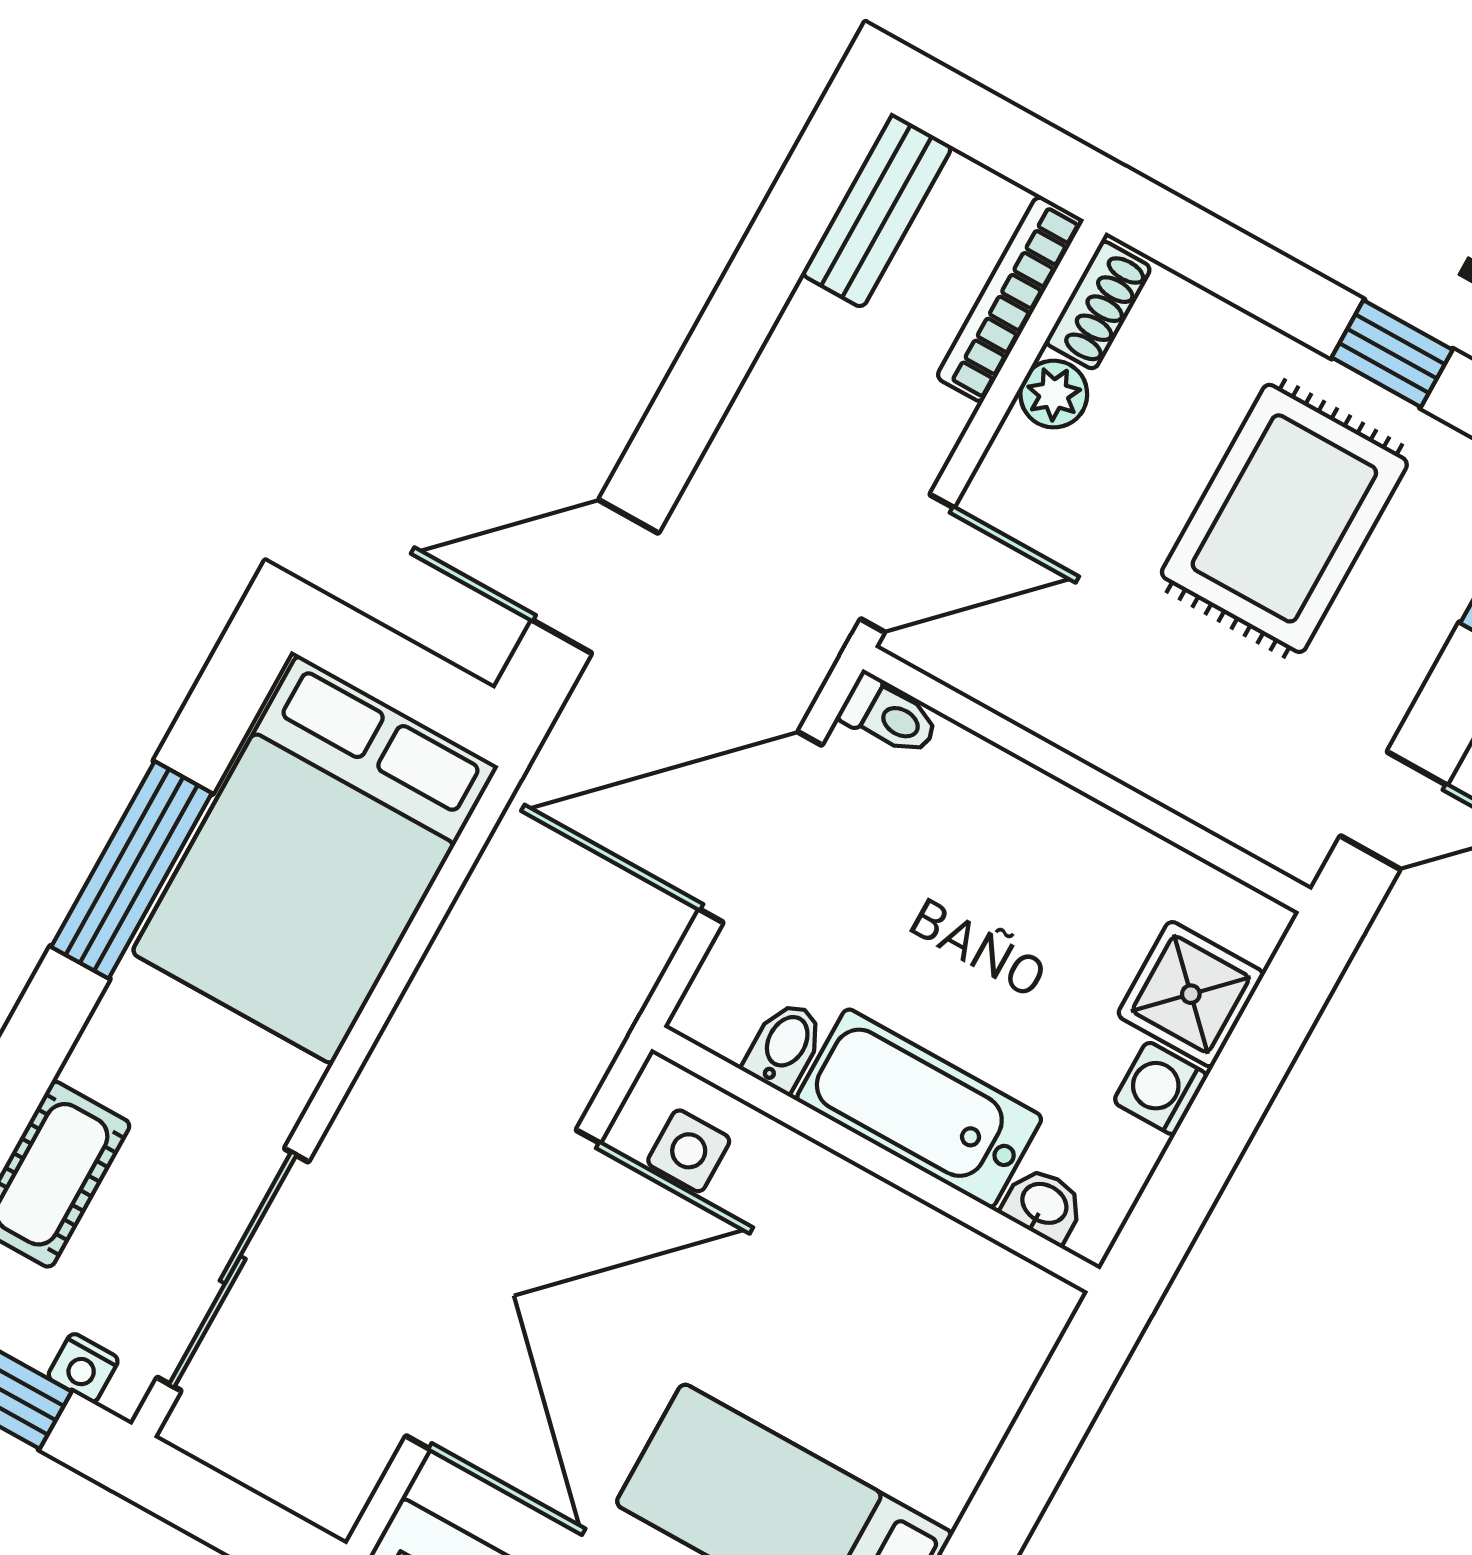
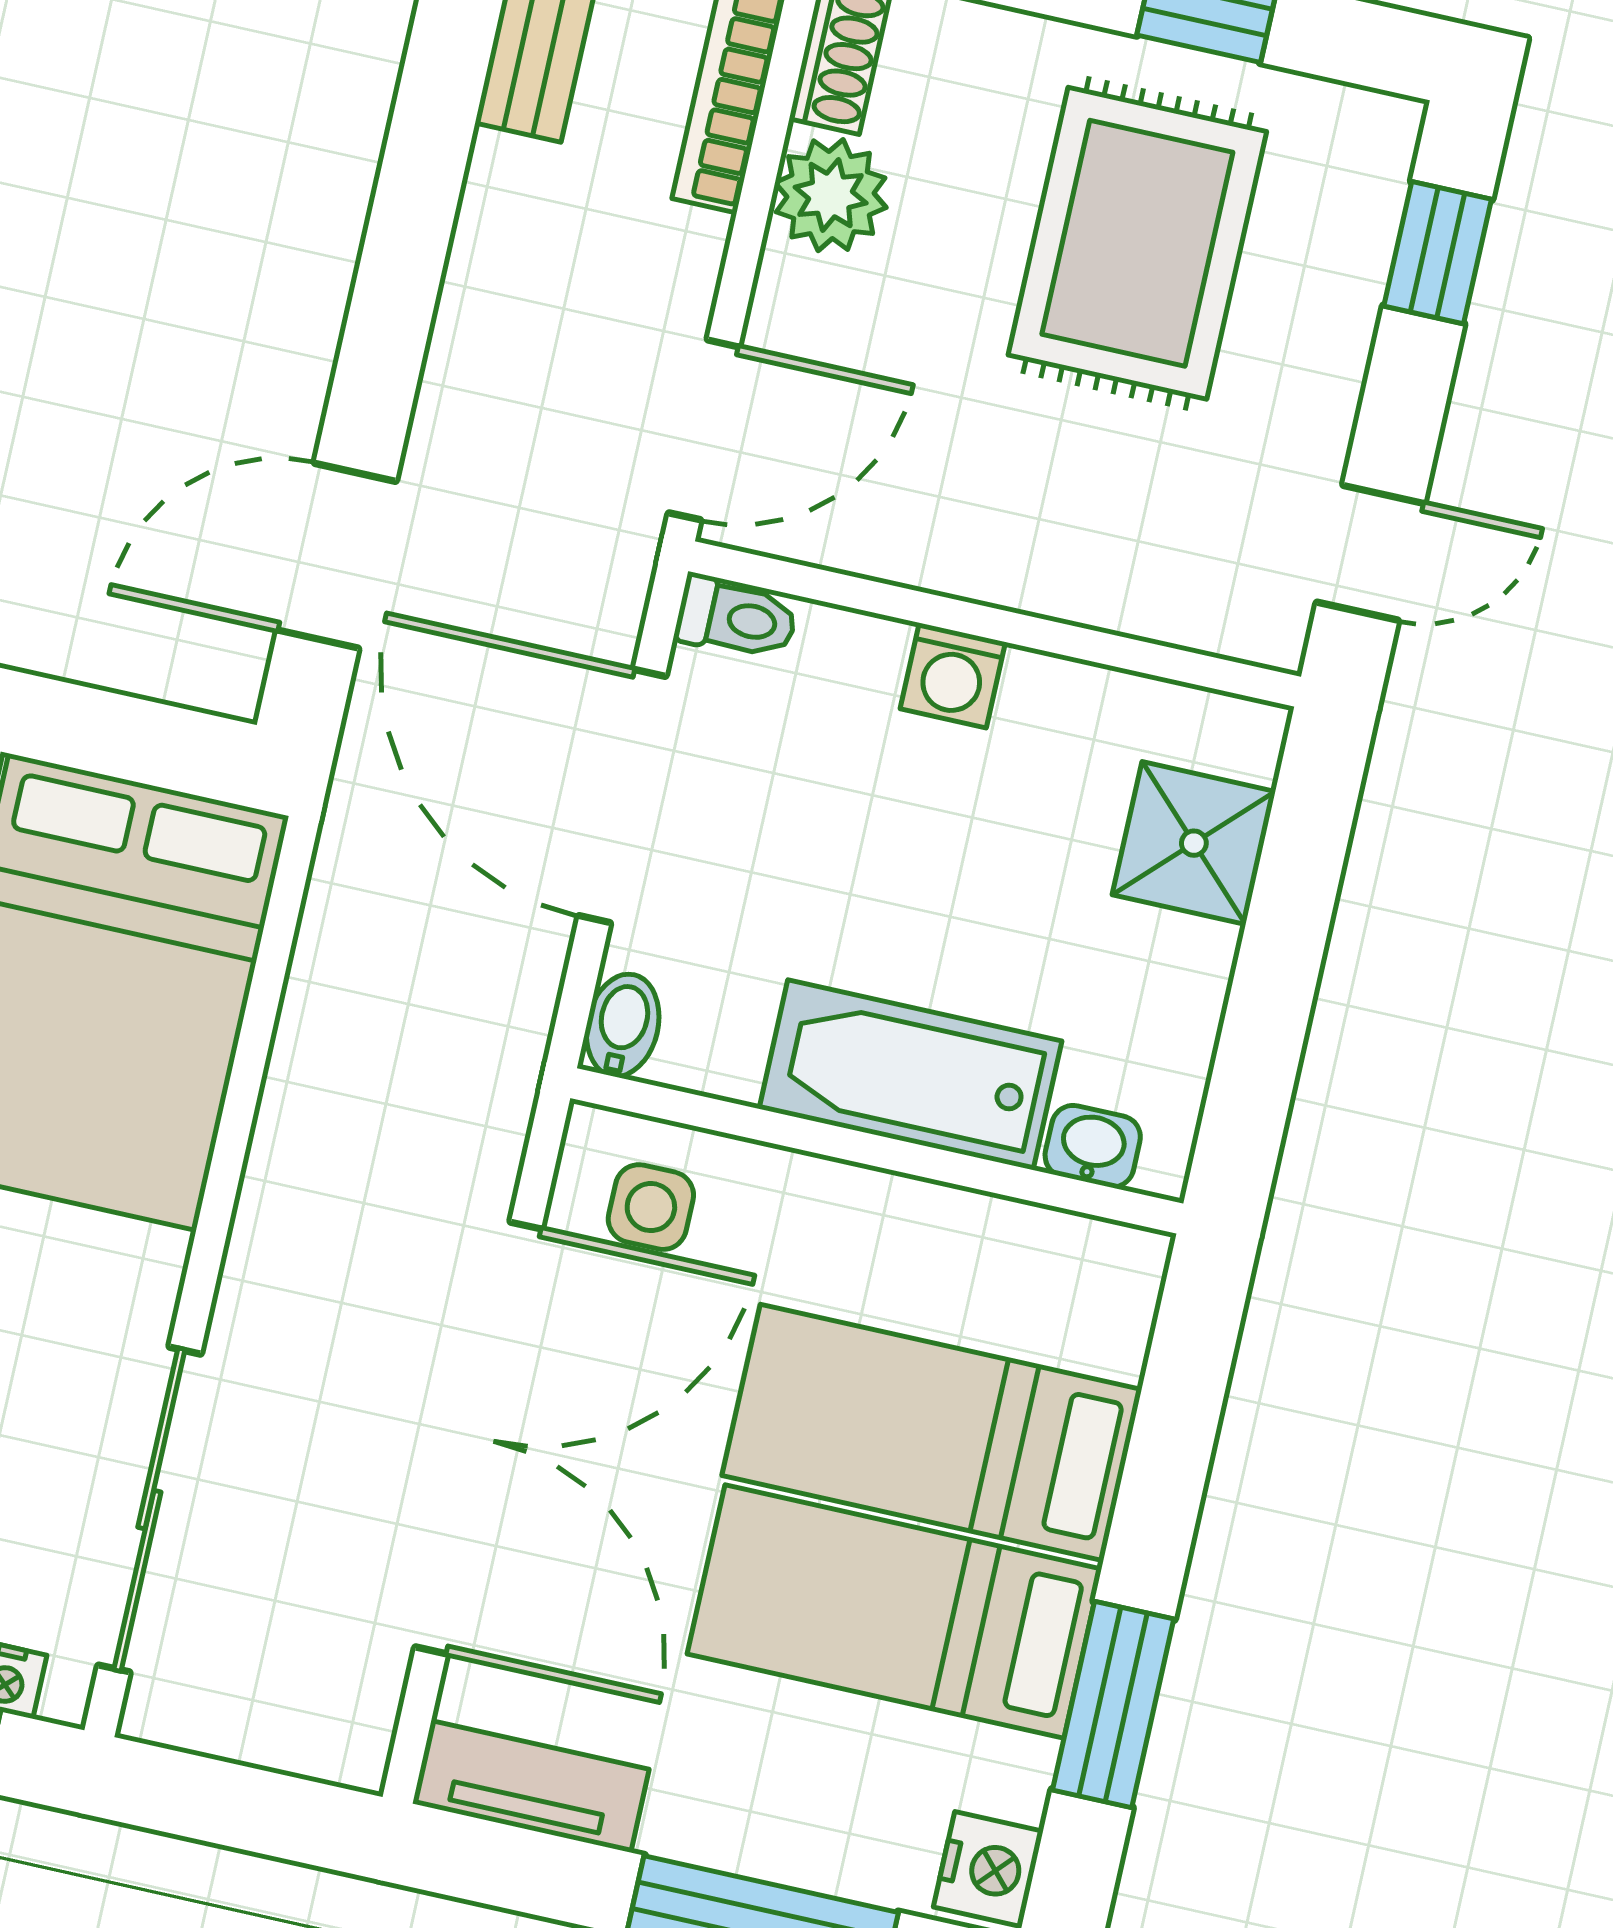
plant: (1054, 394) -> (831, 195), width x1.38, depth x1.38
door: (760, 827) -> (622, 796), hinge flipped
bidet: (784, 1046) -> (623, 1025), moved
washing machine: (1161, 1088) -> (953, 676), moved, turned -90
bed: (854, 1389) -> (932, 1432), added

